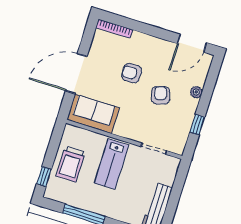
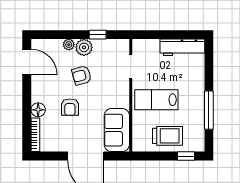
floor lamp: (139, 40) -> (38, 110), added
plant: (188, 107) -> (84, 47), added
lab bench: (111, 164) -> (156, 100), turned 180

